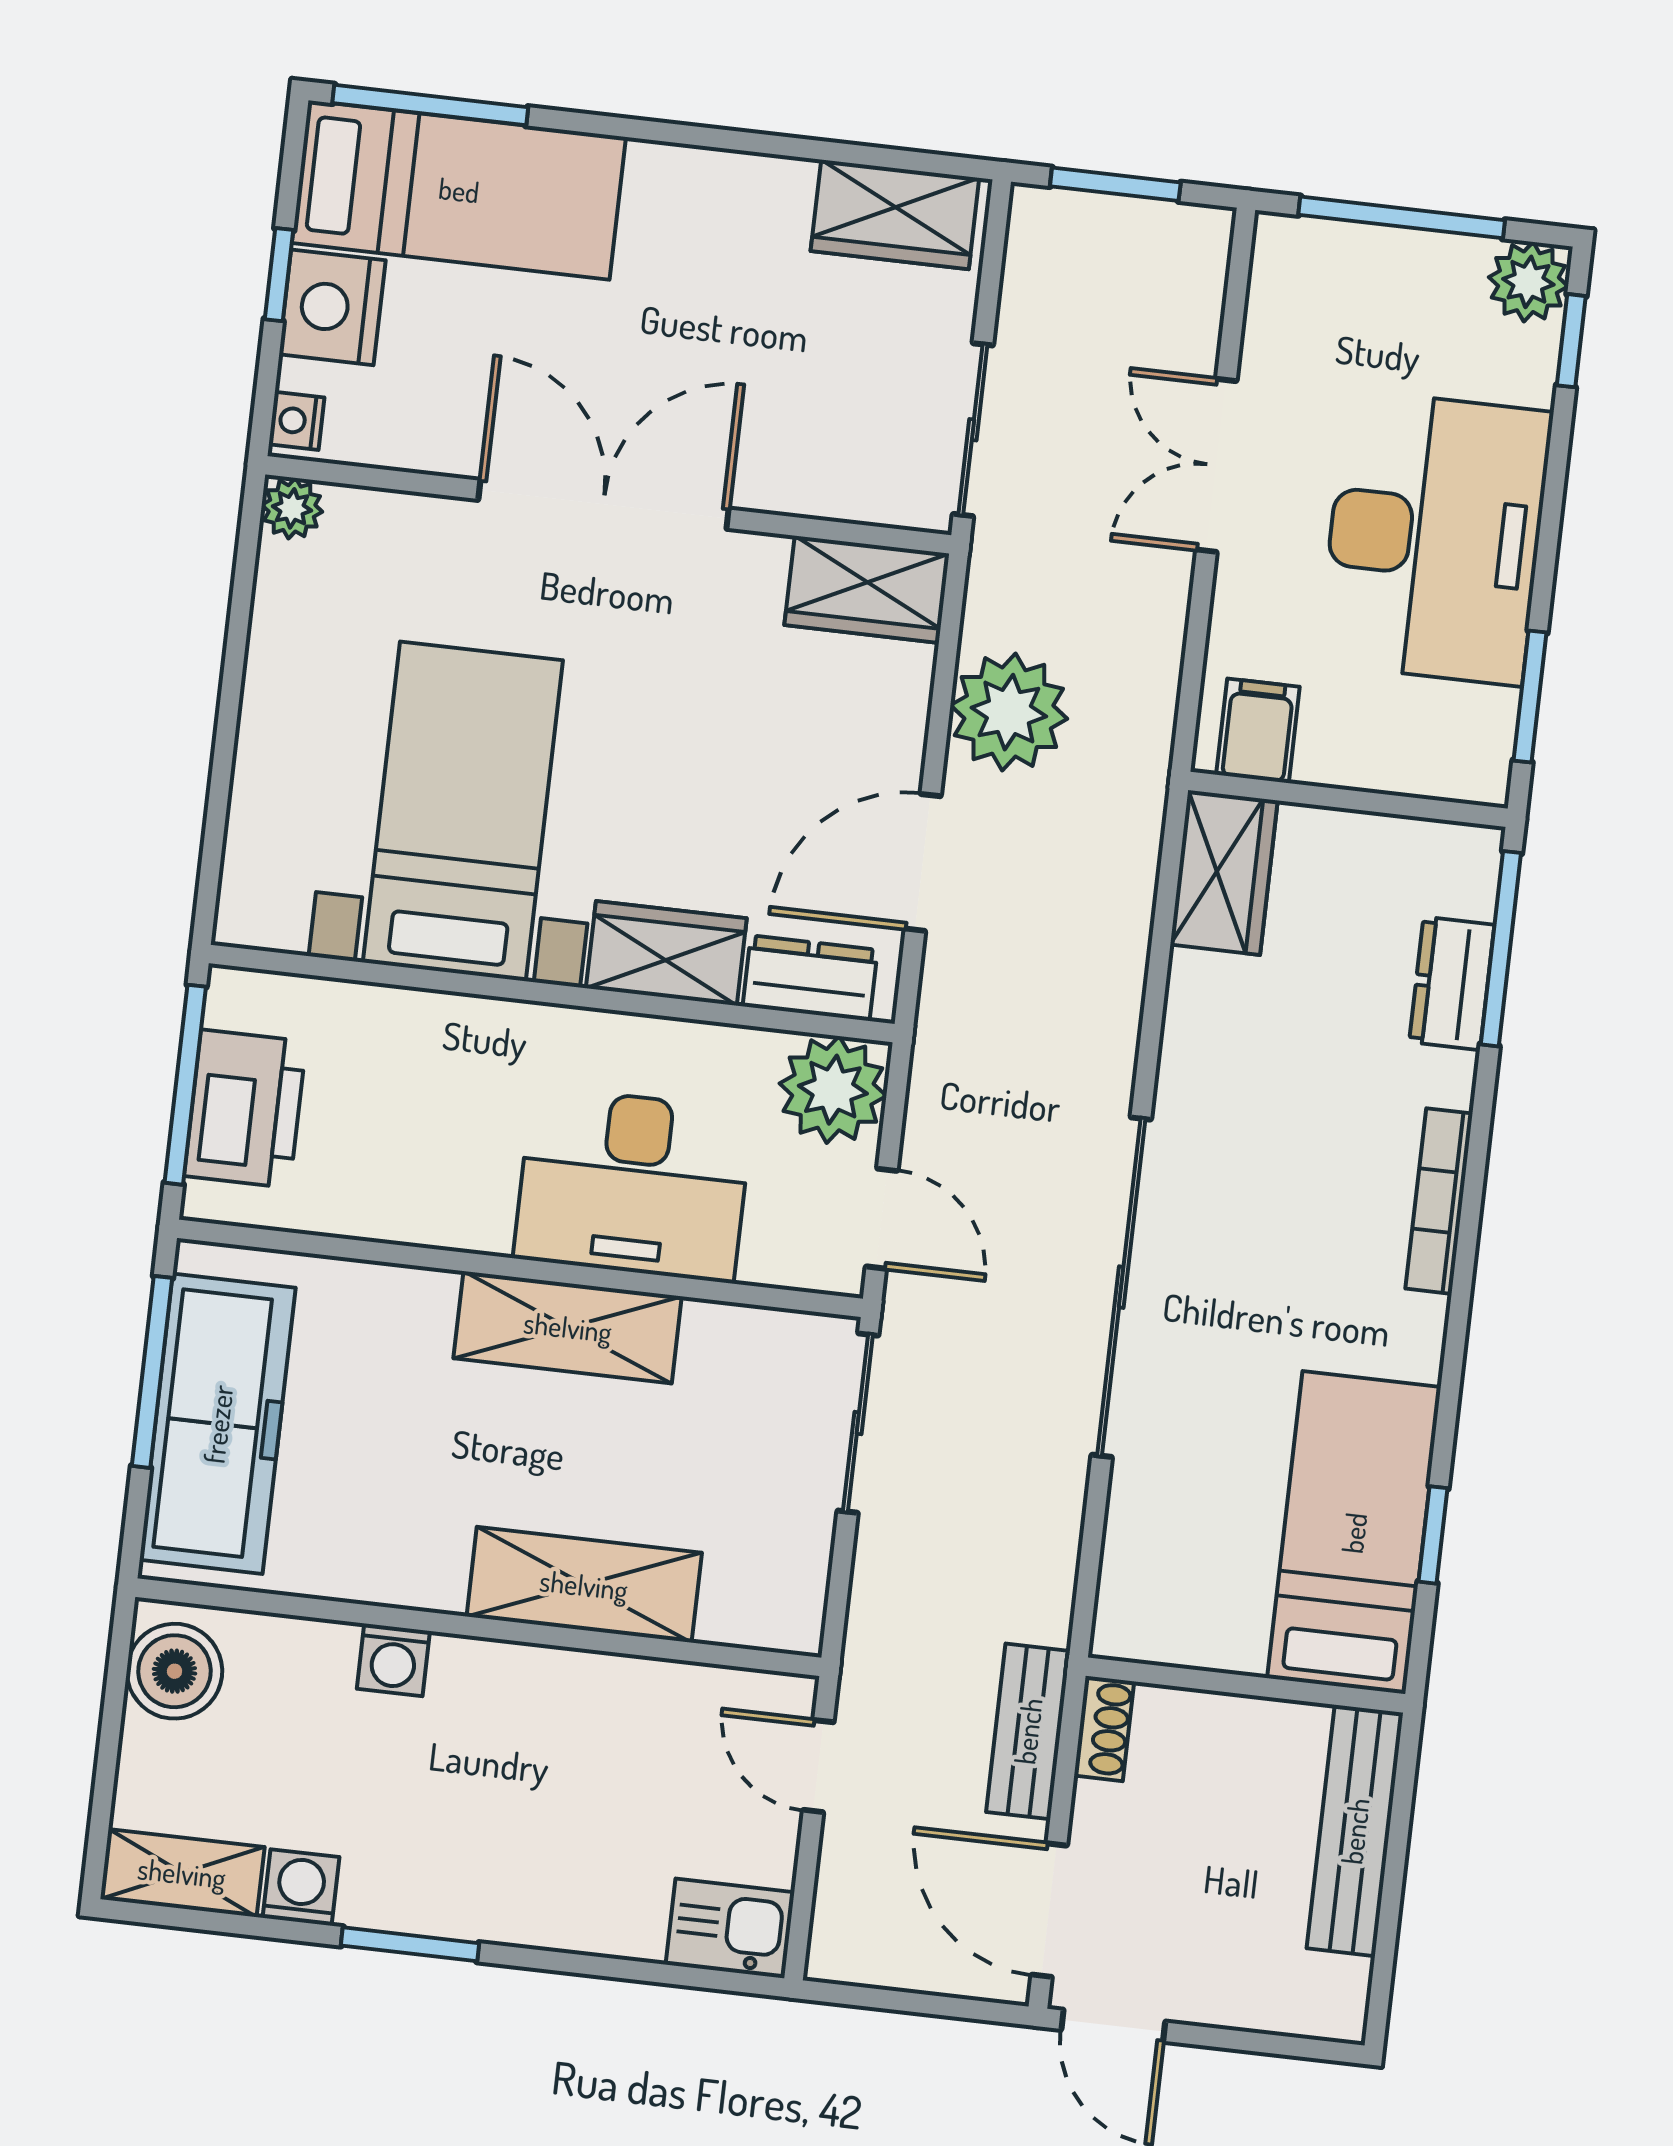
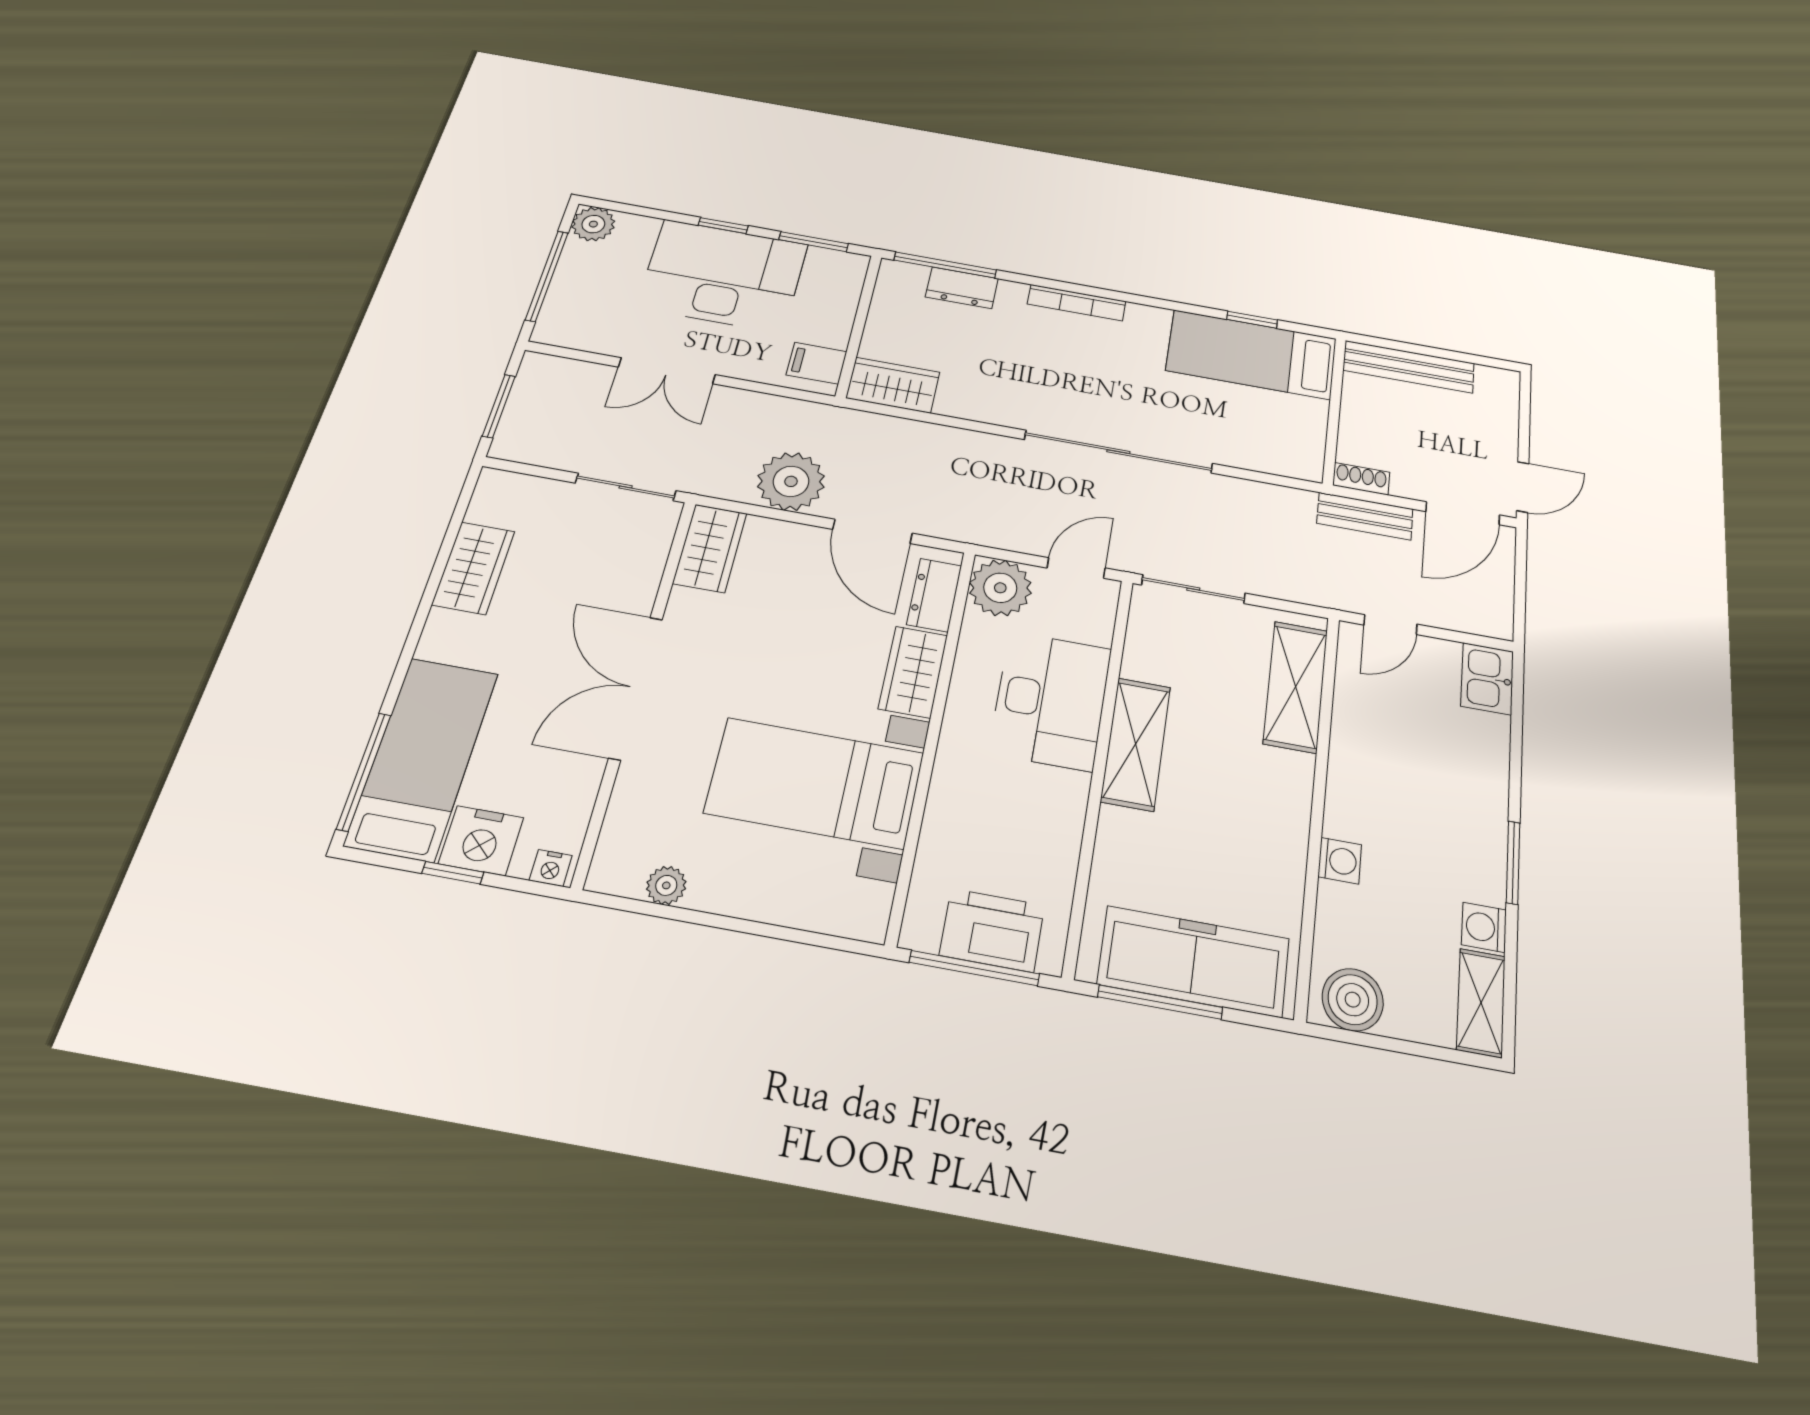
wardrobe: (895, 215) -> (473, 568), moved
window: (1571, 341) -> (723, 226), moved
plant: (292, 508) -> (666, 885), moved
shelving: (584, 1585) -> (1296, 687), moved

